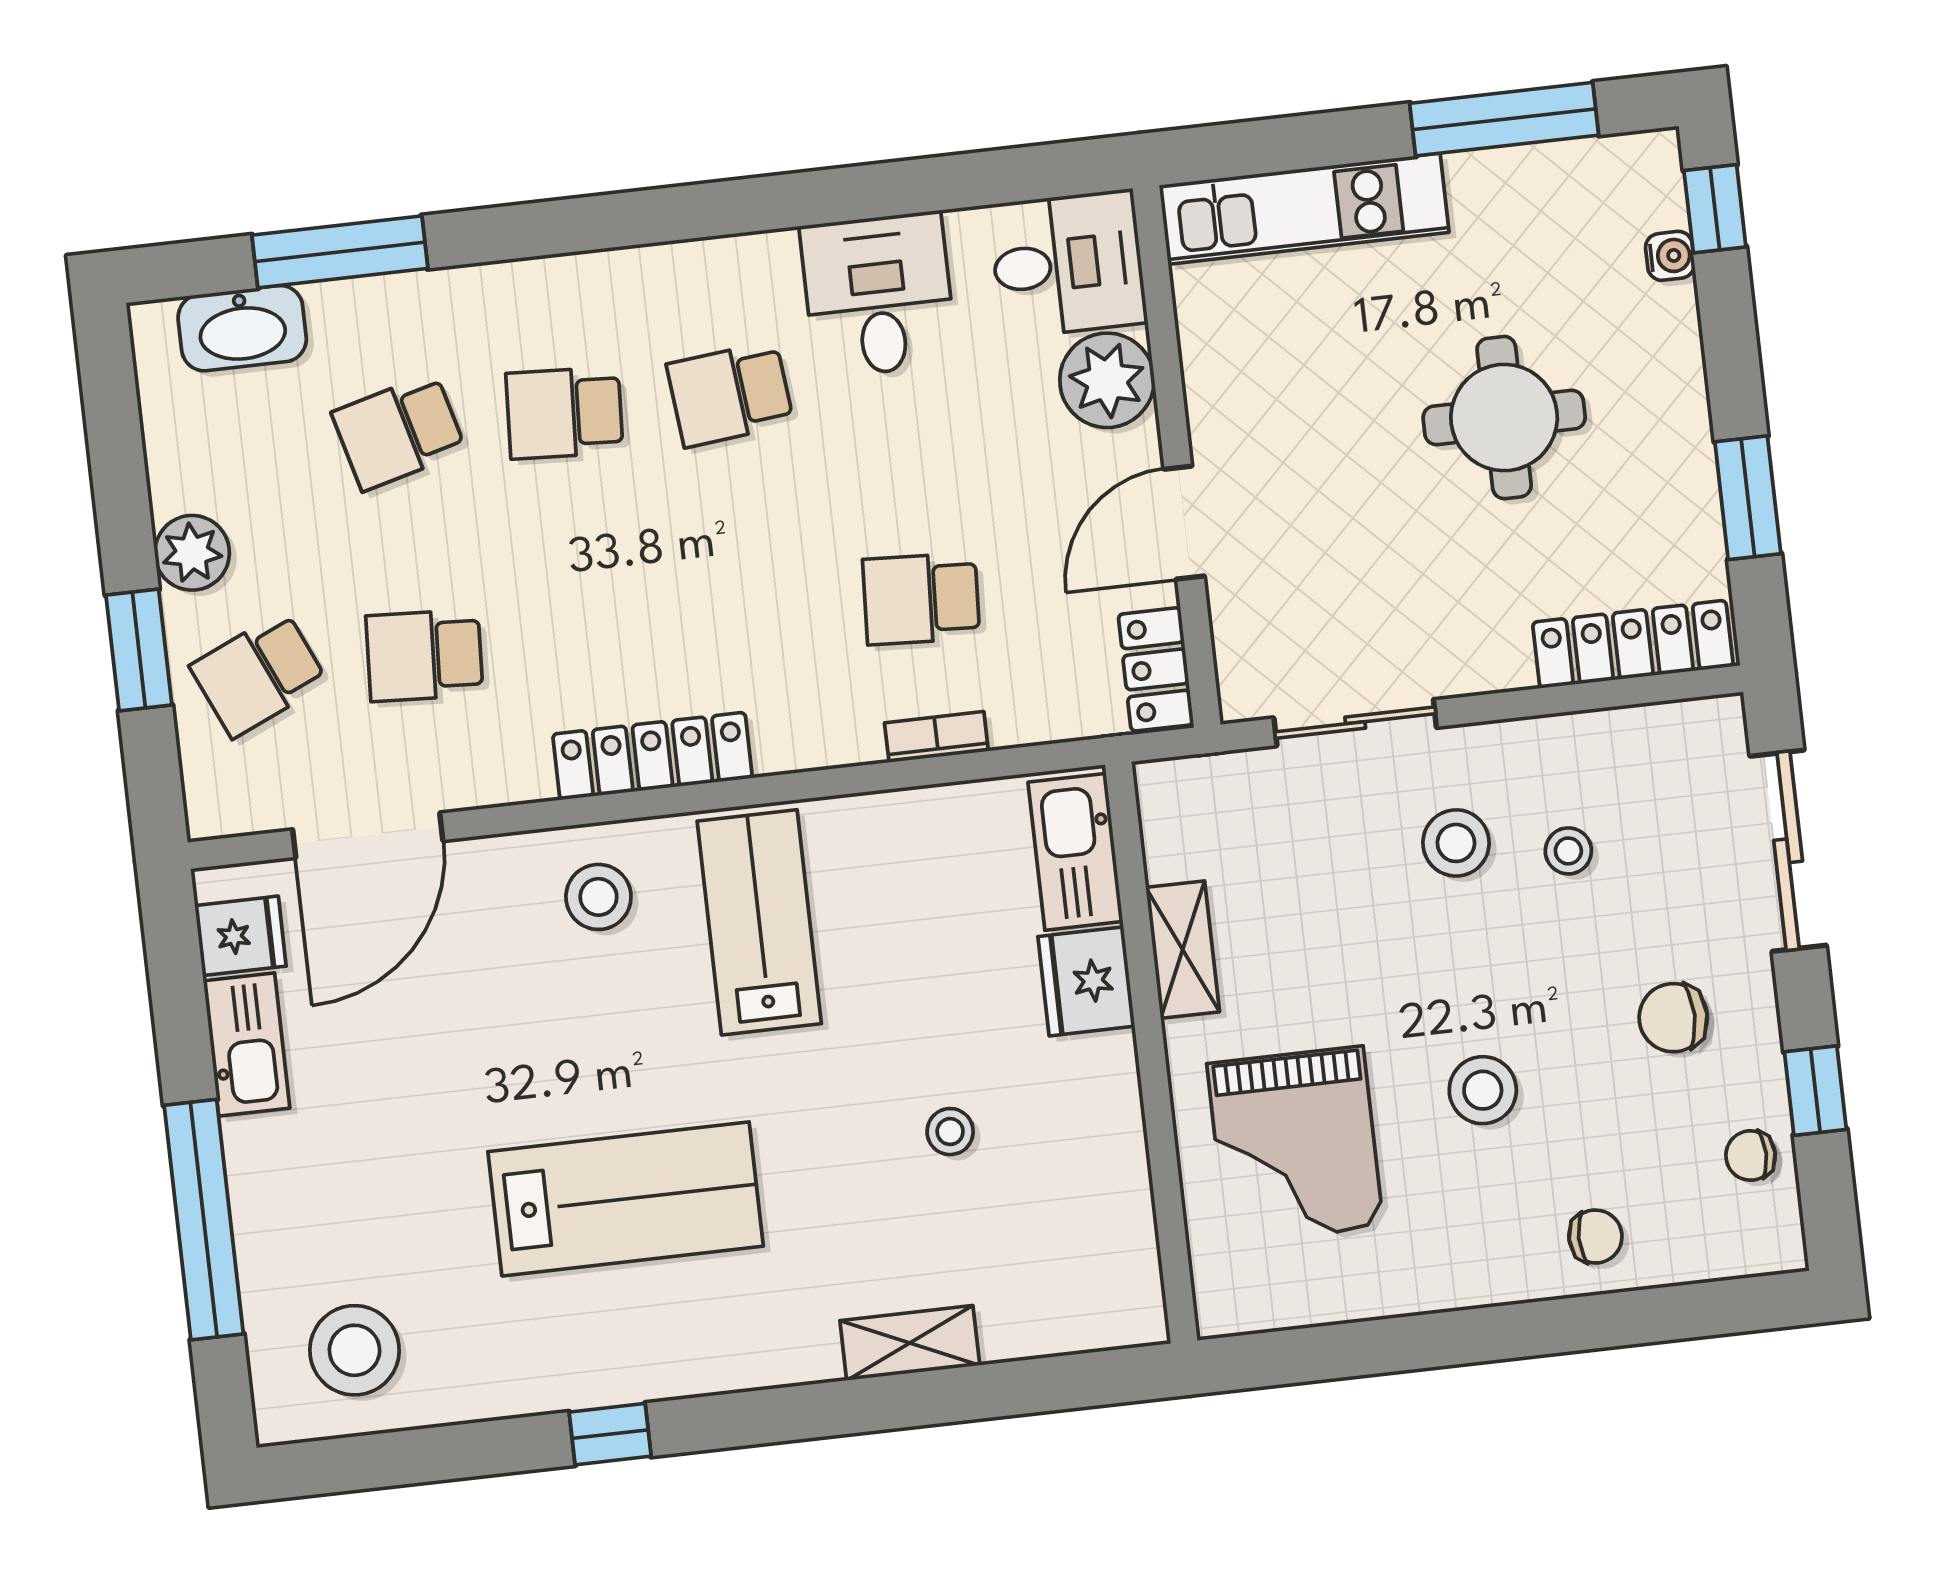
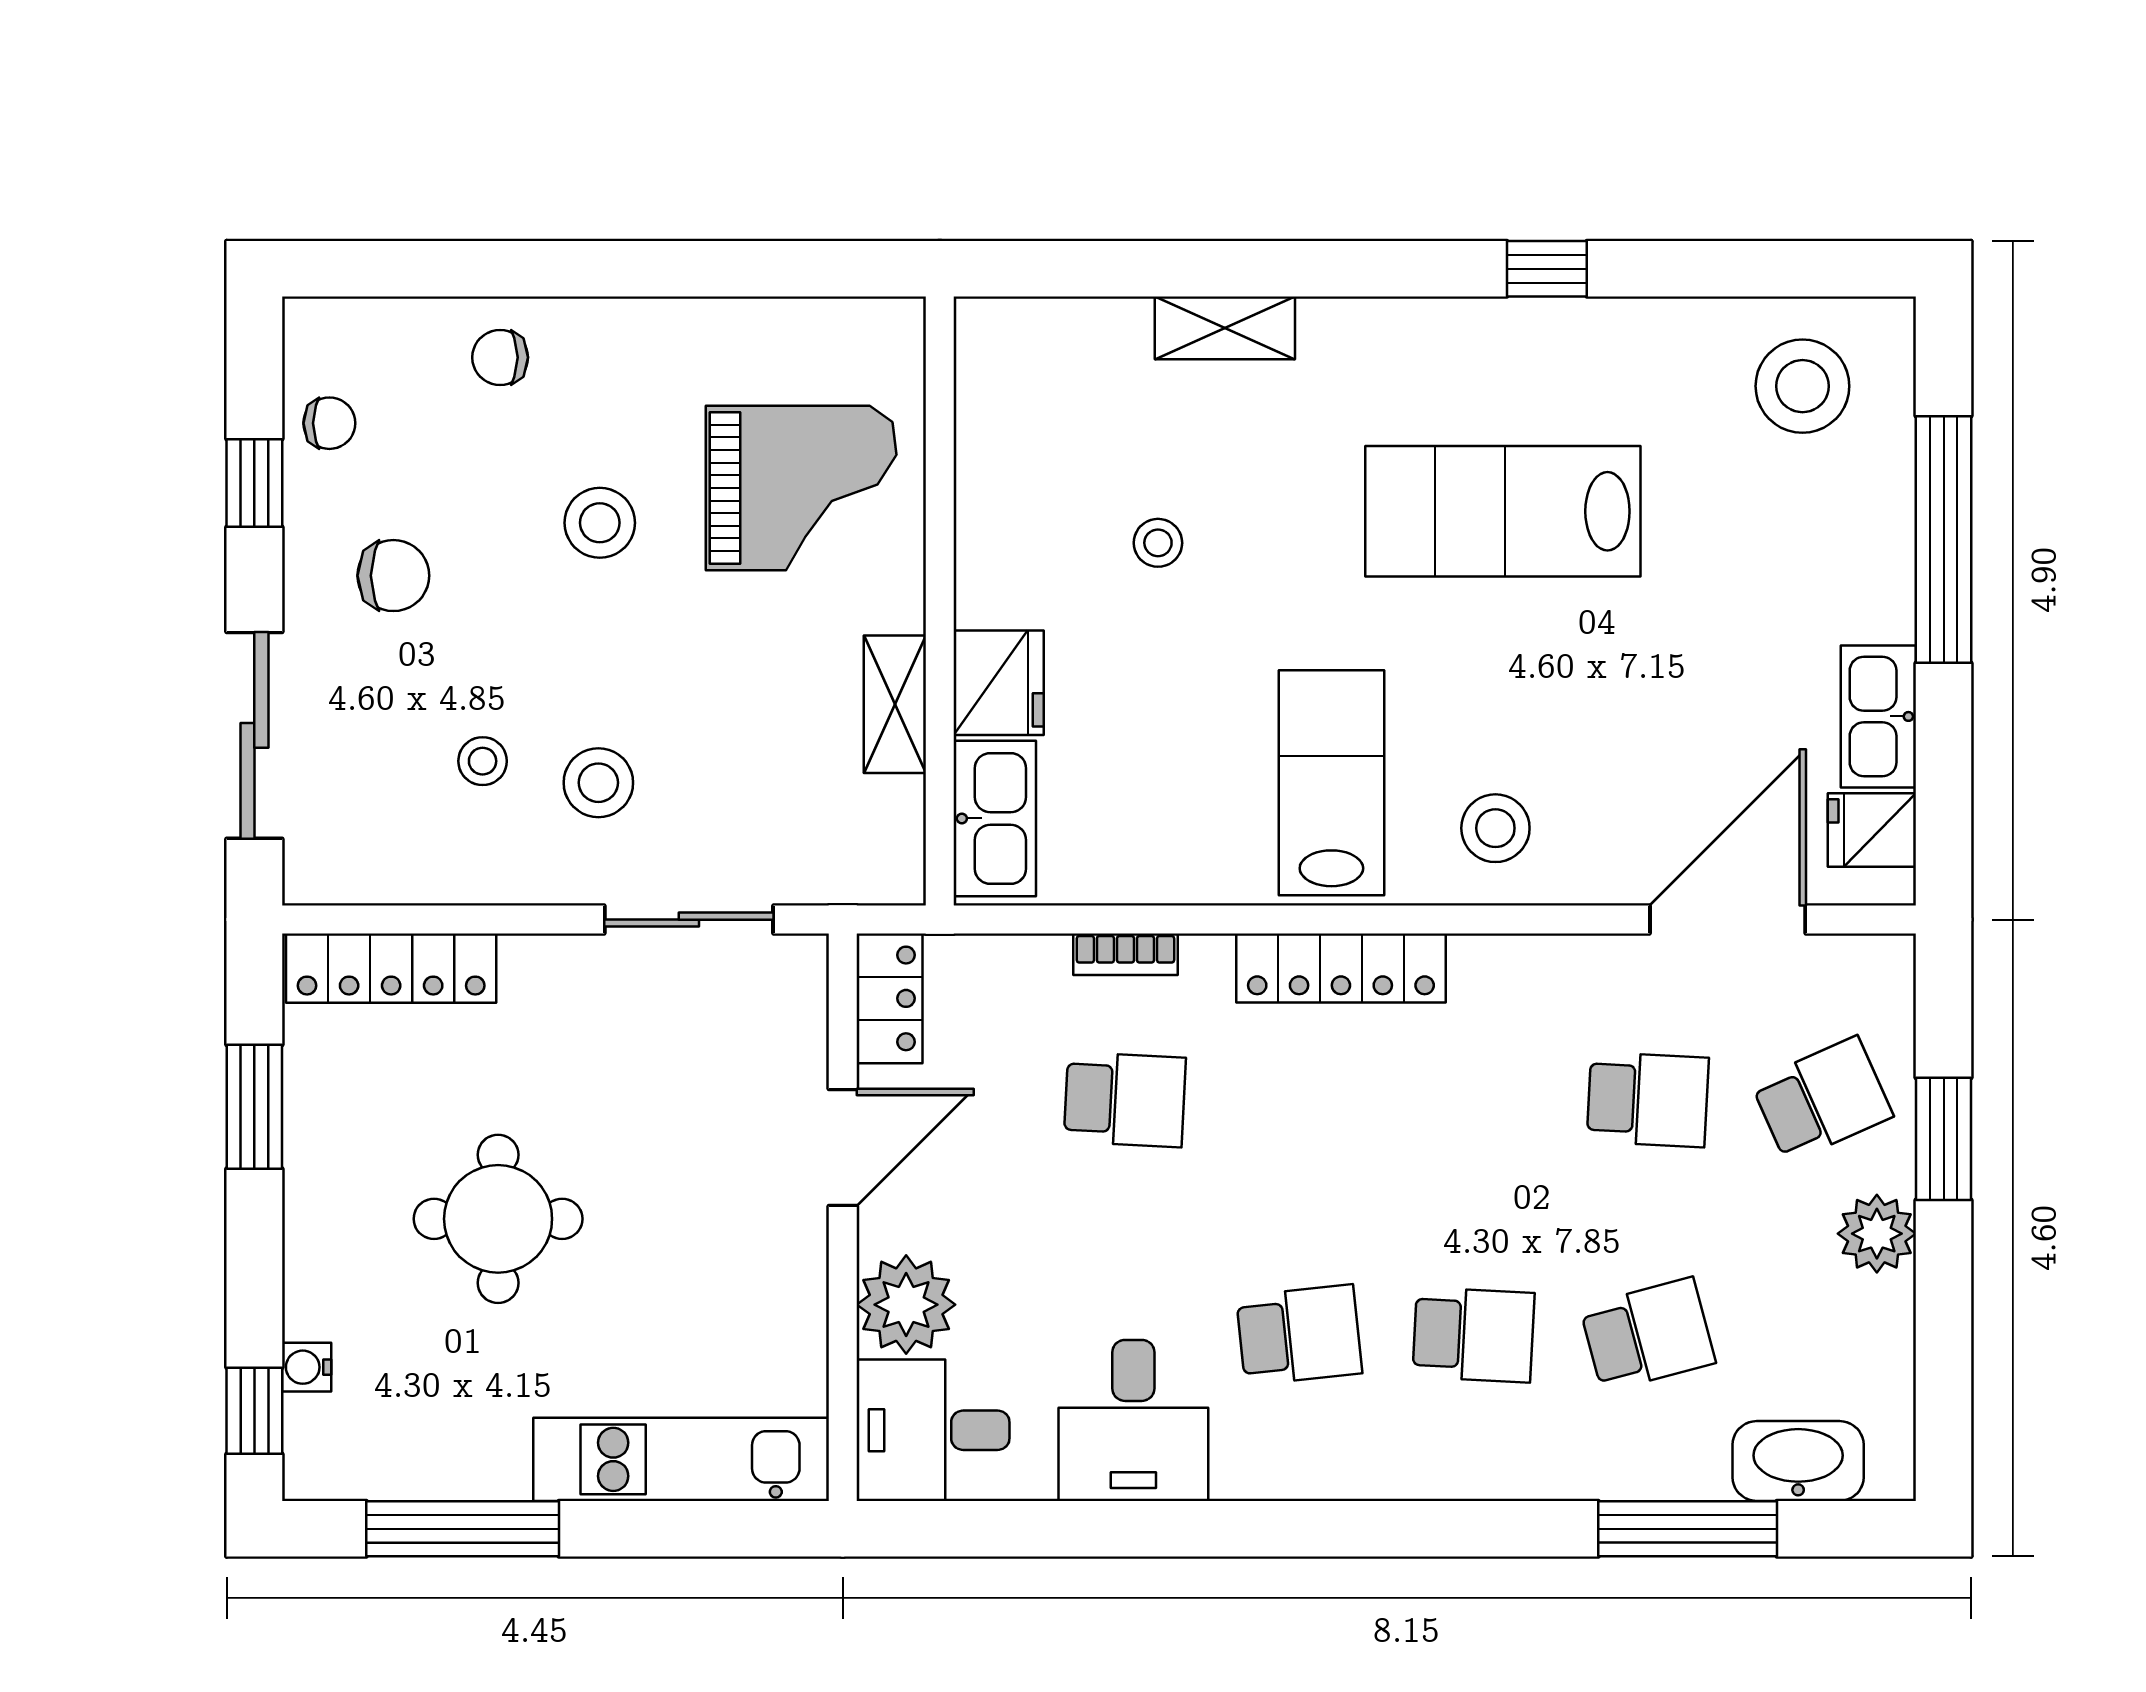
locker: (652, 756) -> (1341, 968), moved
lab bench: (759, 922) -> (1331, 783), turned 180
grand piano: (1295, 1145) -> (801, 488), turned 90

